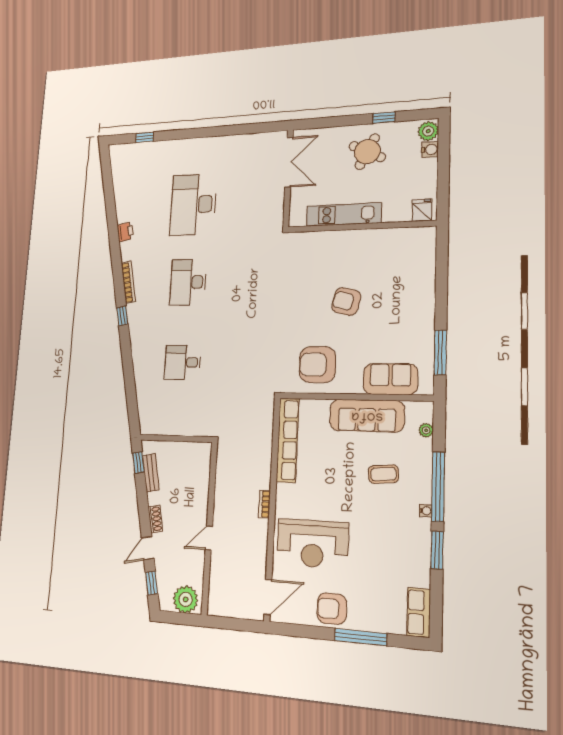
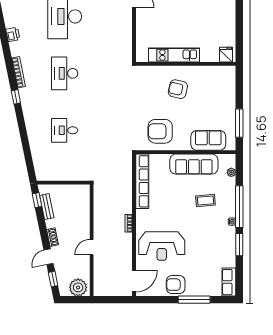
fridge: (422, 210) -> (226, 55), moved
kitchen unit: (344, 214) -> (174, 55), moved
wall: (361, 226) -> (186, 64), moved

